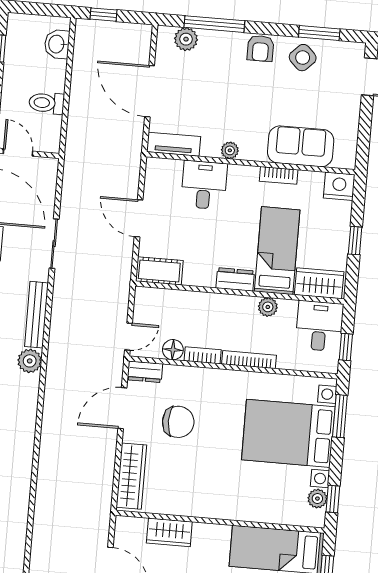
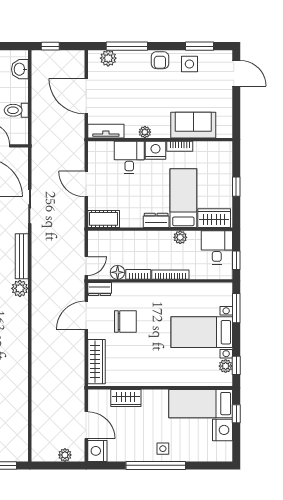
side table: (303, 58) -> (189, 64), turned 45
nightstand: (339, 186) -> (156, 150), moved
bed with nightstands: (288, 433) -> (202, 332), width x0.73

